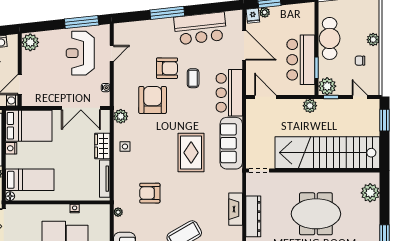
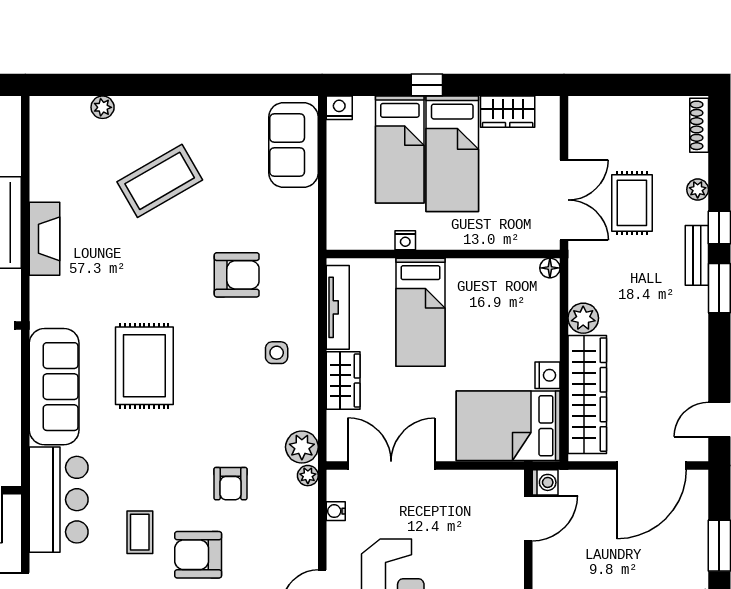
armchair: (153, 100) -> (231, 484), width x0.53, depth x0.53
side table: (125, 146) -> (277, 353), moved
bed: (30, 180) -> (420, 312), moved, turned -90
plant: (118, 212) -> (308, 476), moved

